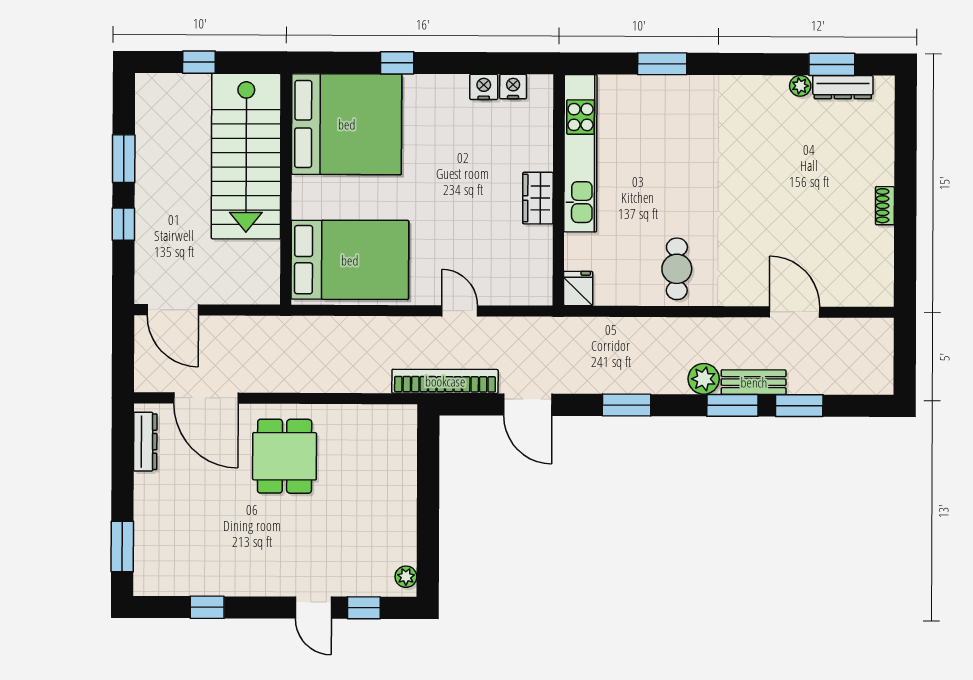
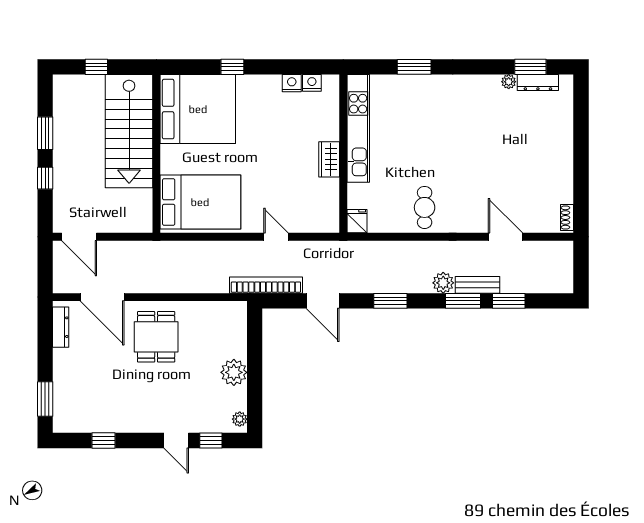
shoe rack: (885, 206) -> (567, 218), moved
plant: (398, 509) -> (234, 372), added

